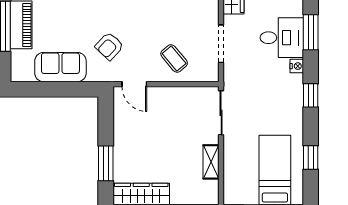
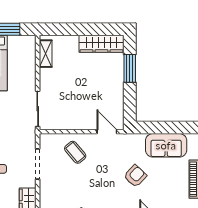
armchair: (109, 46) -> (135, 176), moved
shelving: (211, 162) -> (46, 54), moved

